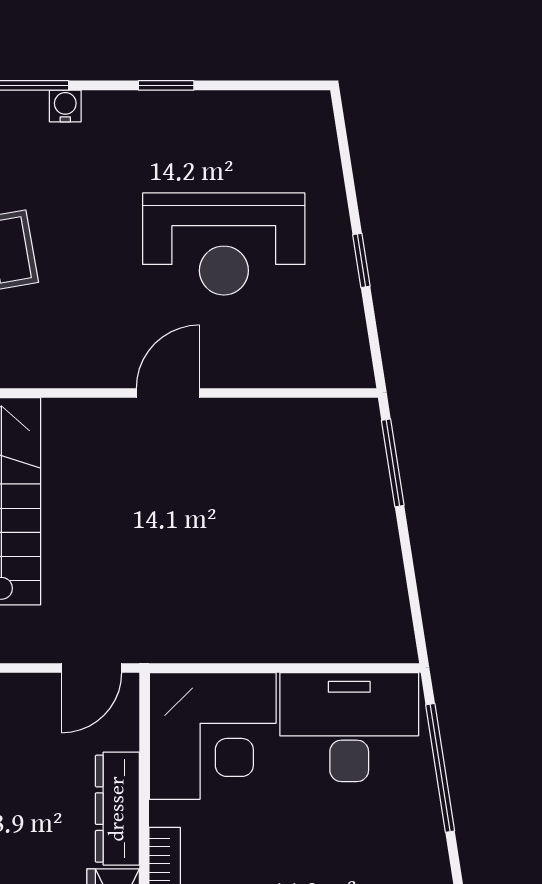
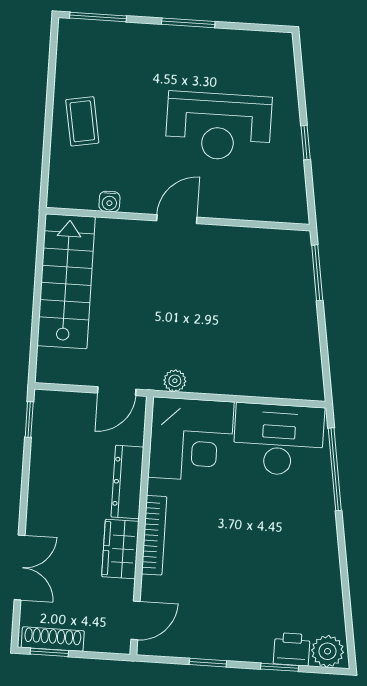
window: (166, 85) -> (188, 23), width x1.50
water cooler: (65, 106) -> (109, 201), moved, turned 180
plant: (181, 646) -> (175, 381), added

